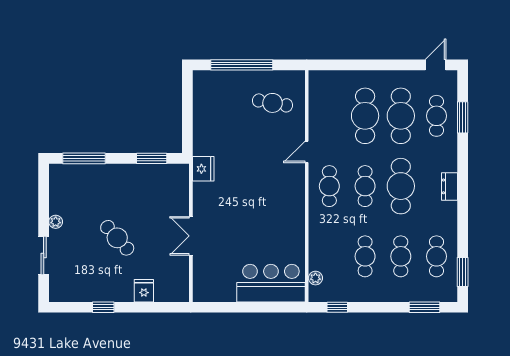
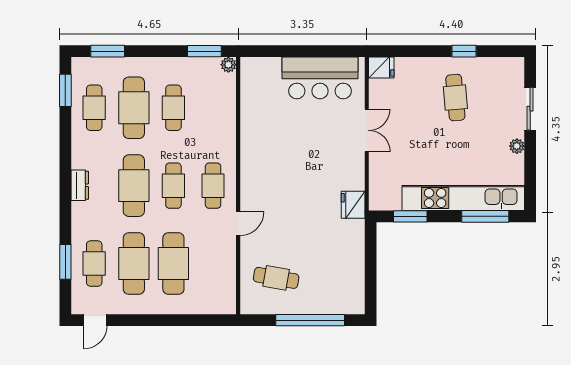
kitchen unit: (104, 175) -> (463, 198), added
cafe table: (117, 238) -> (455, 98), moved, turned 37
cafe table: (401, 256) -> (134, 108), width x1.37, depth x1.35
plant: (315, 278) -> (228, 65), moved
bar counter: (271, 283) -> (320, 78), moved
fridge: (144, 291) -> (381, 68), moved, turned -90
window: (337, 307) -> (204, 51), width x1.50

